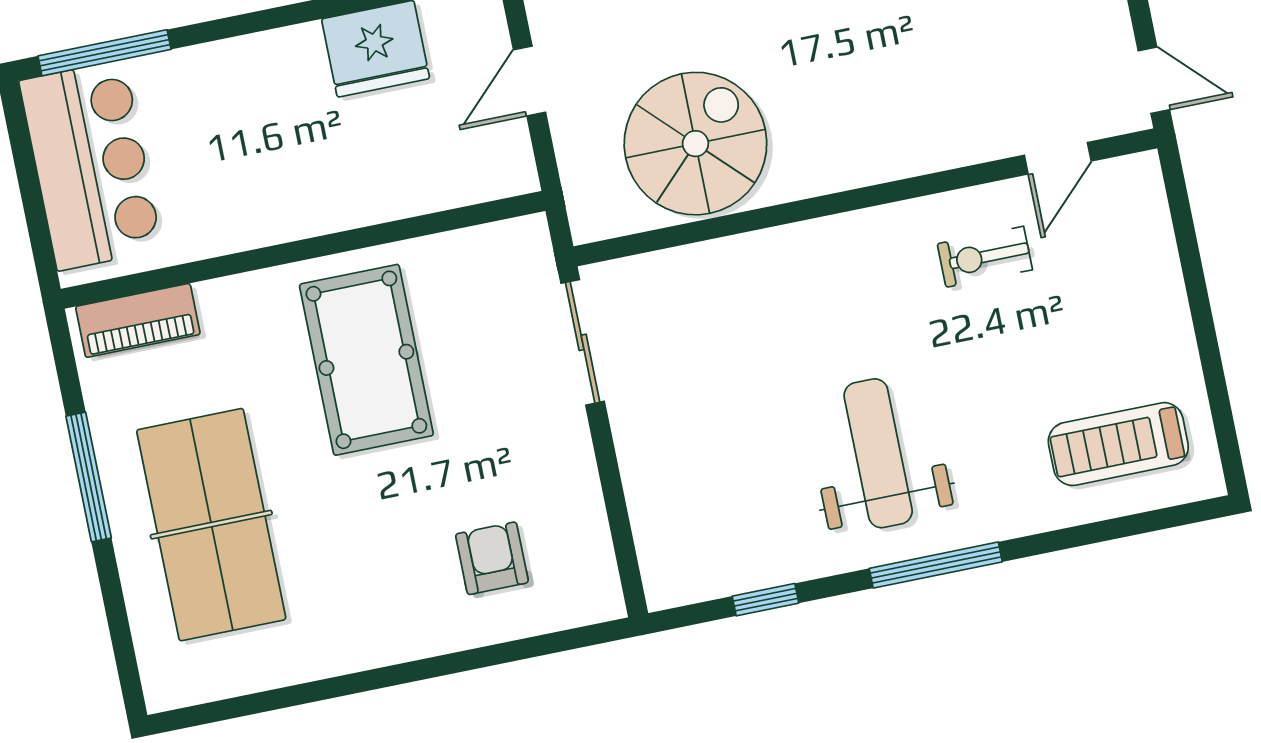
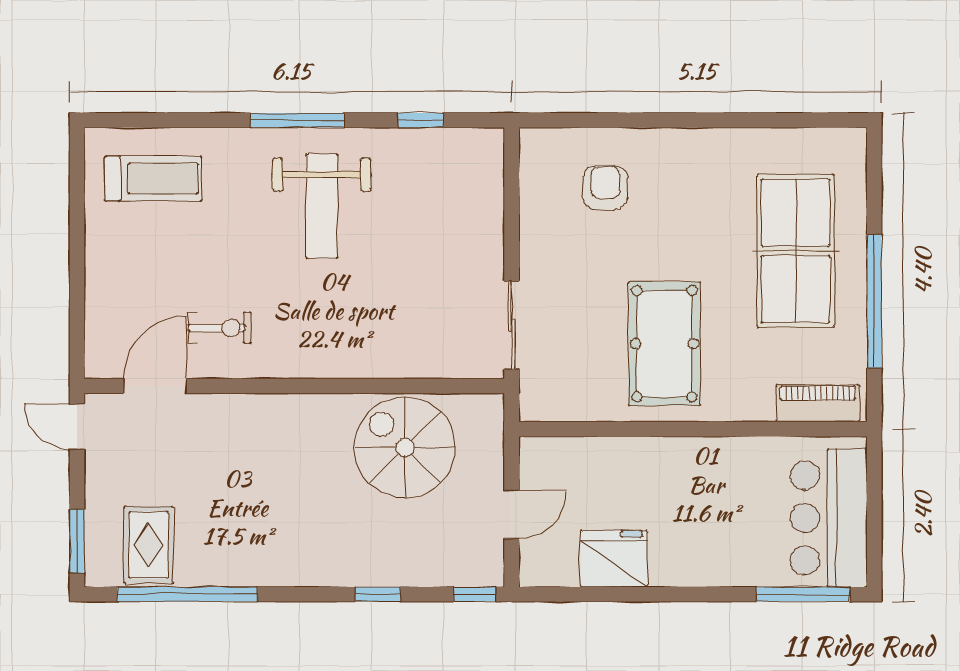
spiral stairs: (695, 144) -> (405, 447), turned 90
door: (1058, 158) -> (155, 386), width x1.38
window: (89, 477) -> (874, 301), width x1.46
armchair: (492, 558) -> (605, 188), turned 180

